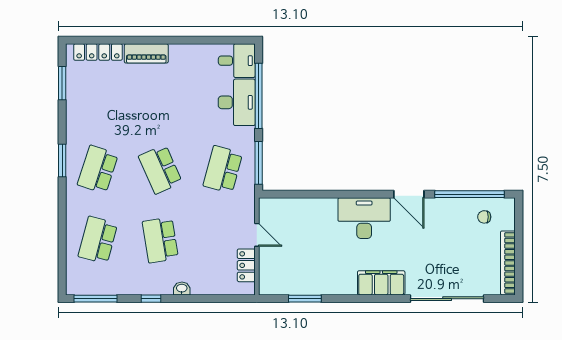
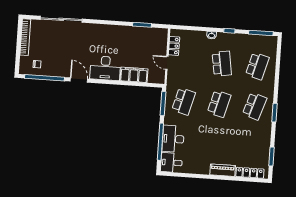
school desk: (160, 169) -> (219, 104), turned 39
filing cabinet: (381, 283) -> (134, 75), moved, turned 180

